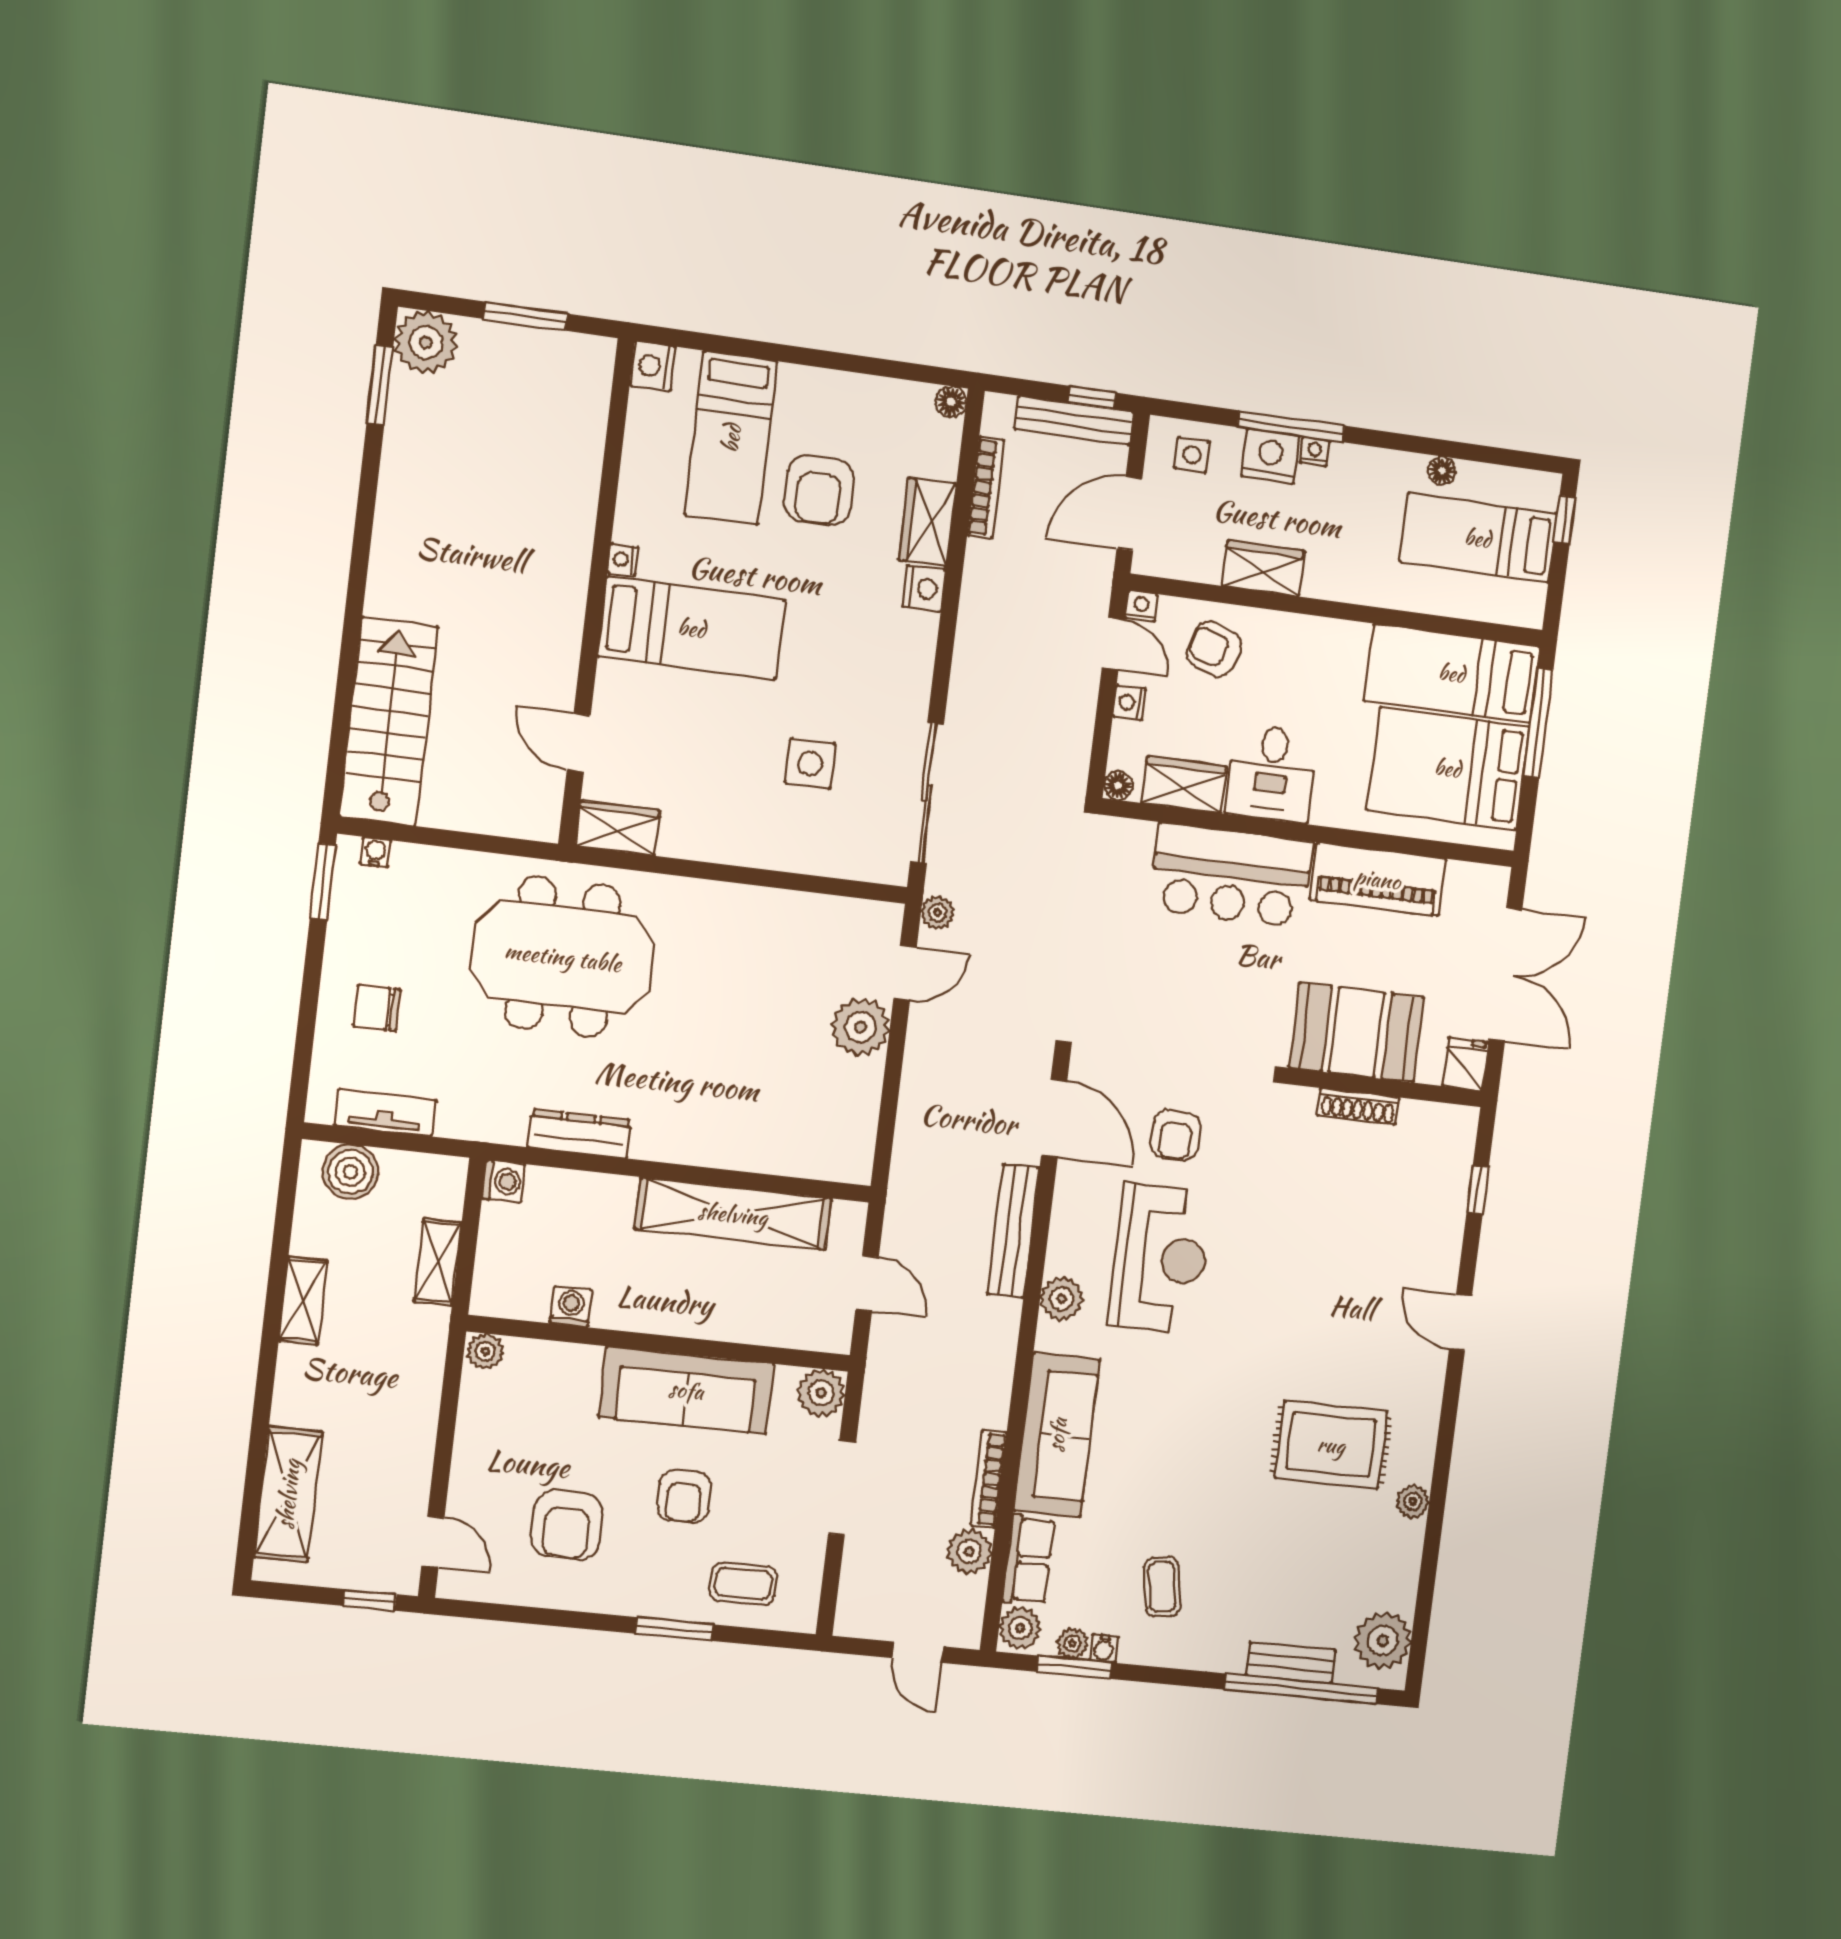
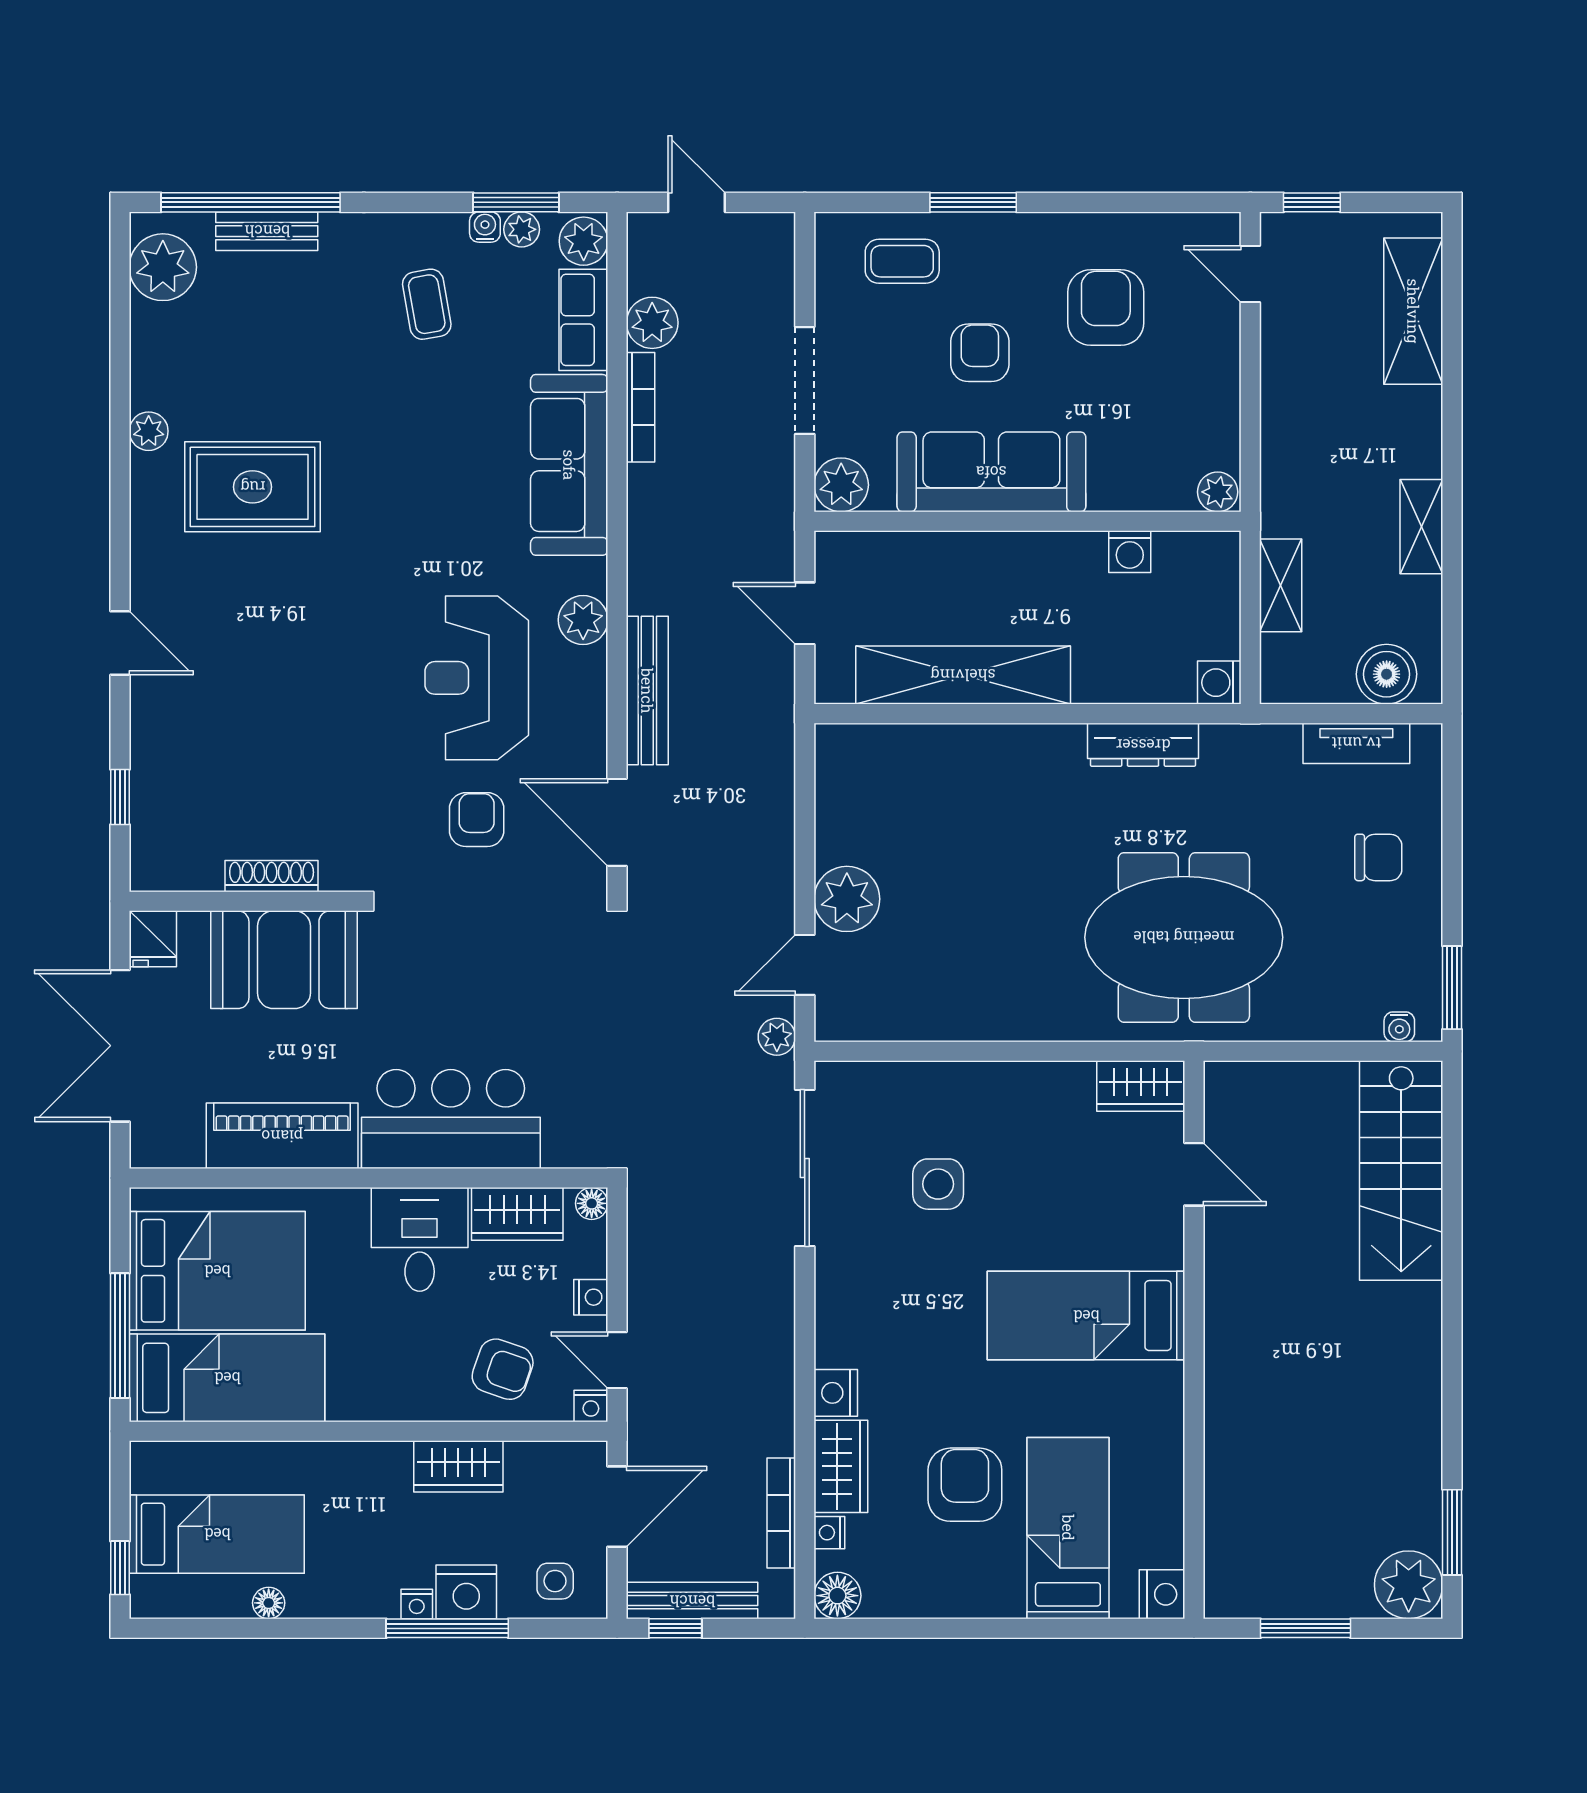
floor lamp: (951, 402) -> (837, 1596), width x1.37, depth x1.37
nightstand: (623, 560) -> (829, 1533), moved, turned 180

